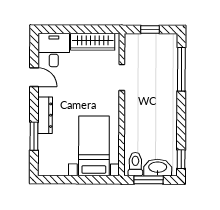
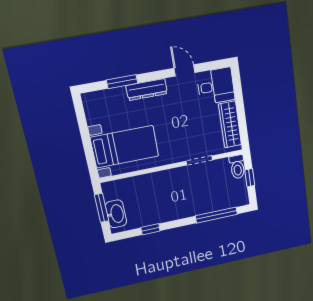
door: (34, 77) -> (185, 70), swing flipped
window: (181, 159) -> (151, 229), moved
toilet: (135, 164) -> (237, 167), moved, turned 90

